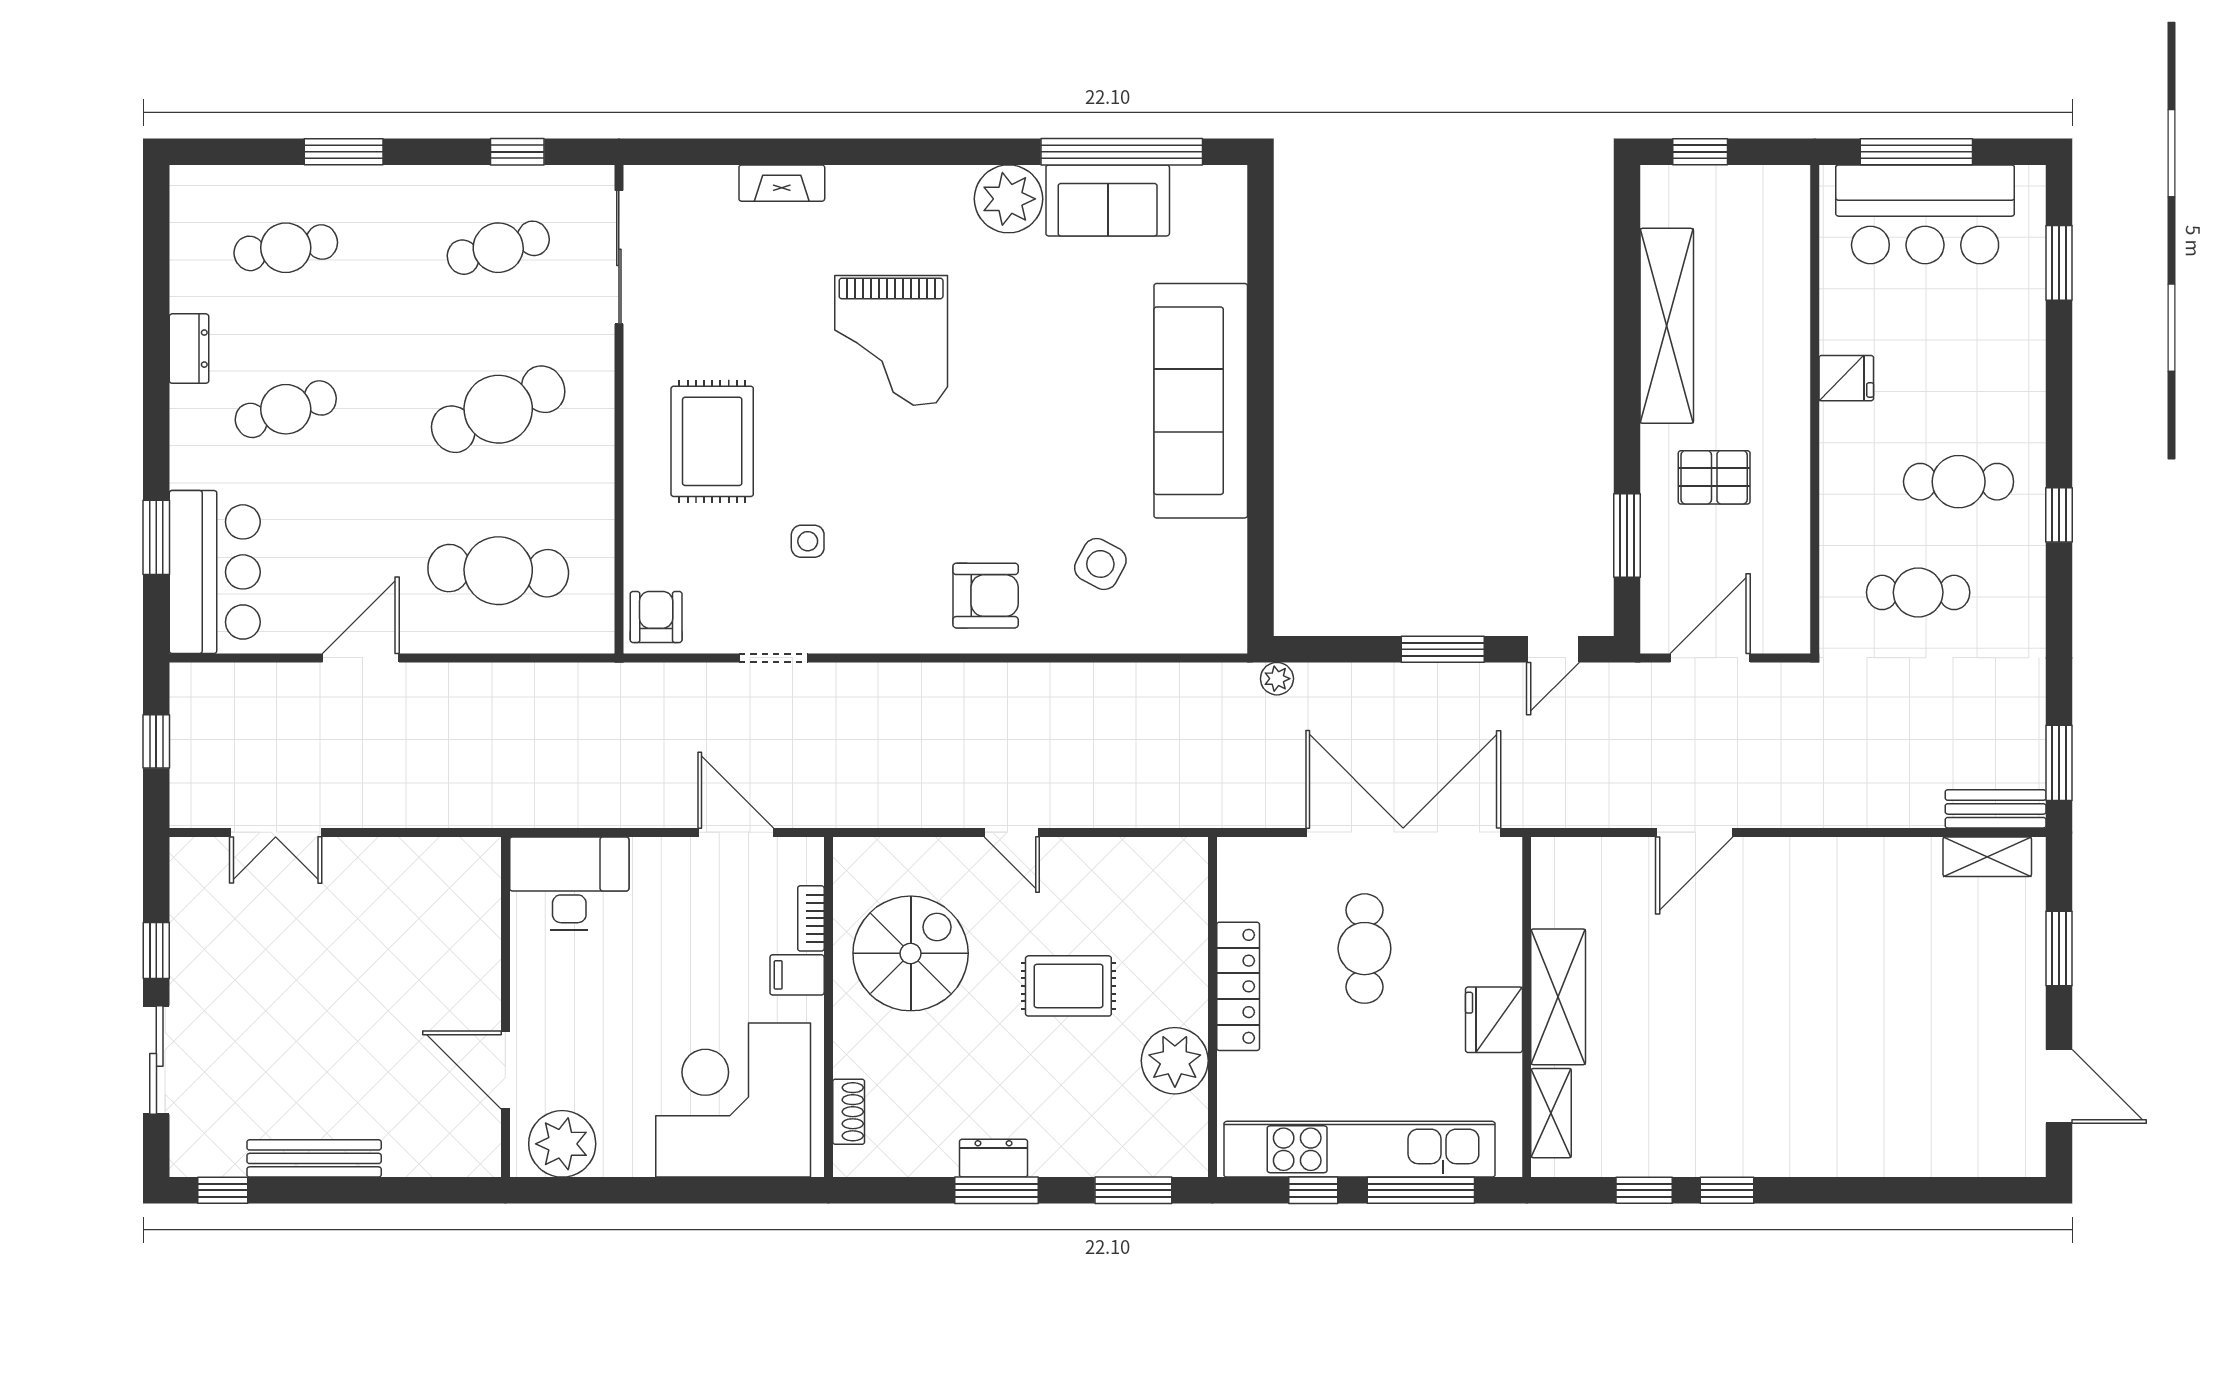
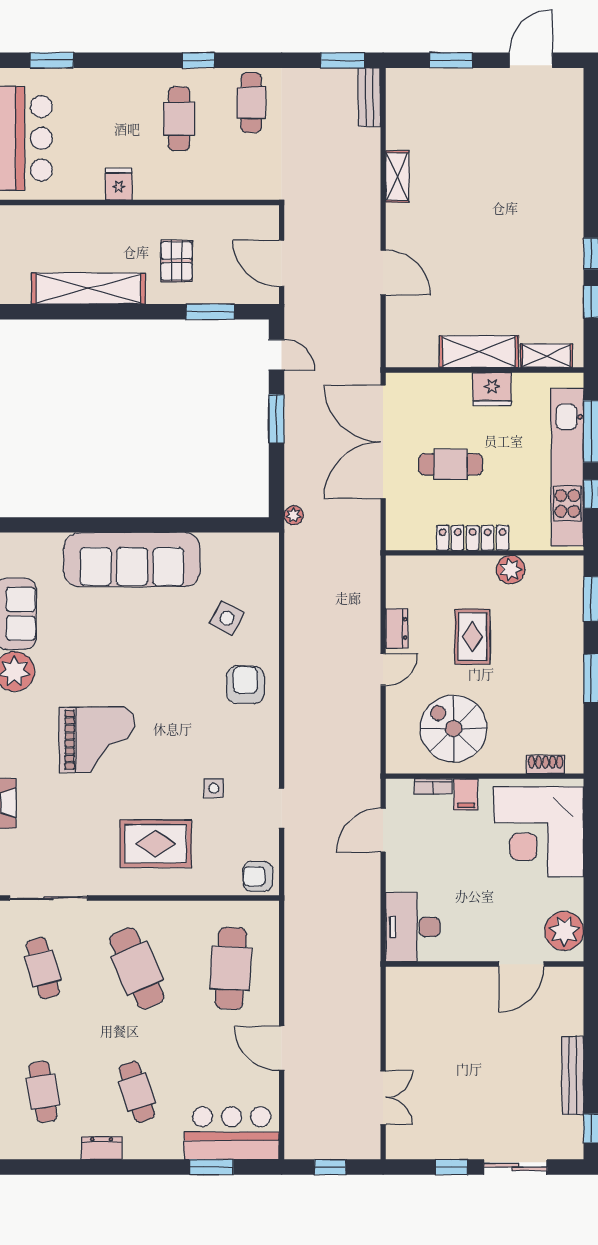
cafe table: (1918, 592) -> (251, 103), moved
shelving: (1987, 857) -> (397, 176), moved
plant: (1175, 1061) -> (511, 570), width x0.73, depth x0.73
dresser: (994, 1158) -> (397, 628), moved, turned 180

